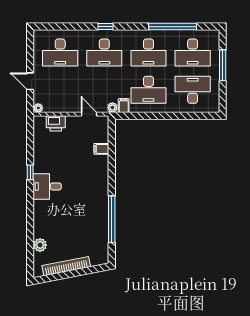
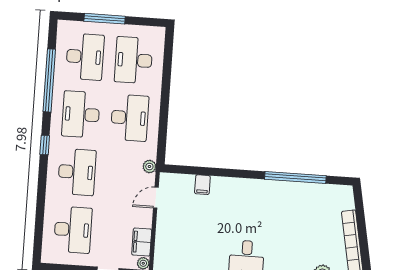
window: (105, 27) -> (45, 145), moved
desk: (148, 53) -> (81, 114), turned 180
filing cabinet: (124, 106) -> (142, 242), moved, width x2.00
printer: (56, 123) -> (165, 242), removed

